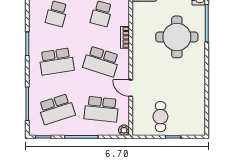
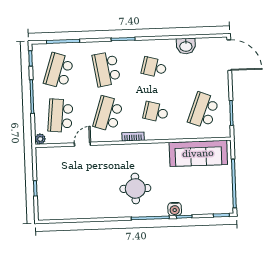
round table: (177, 37) -> (135, 188), width x0.73, depth x0.73
school desk: (57, 109) -> (59, 71), turned 36
cafe table: (160, 117) -> (55, 175), removed

